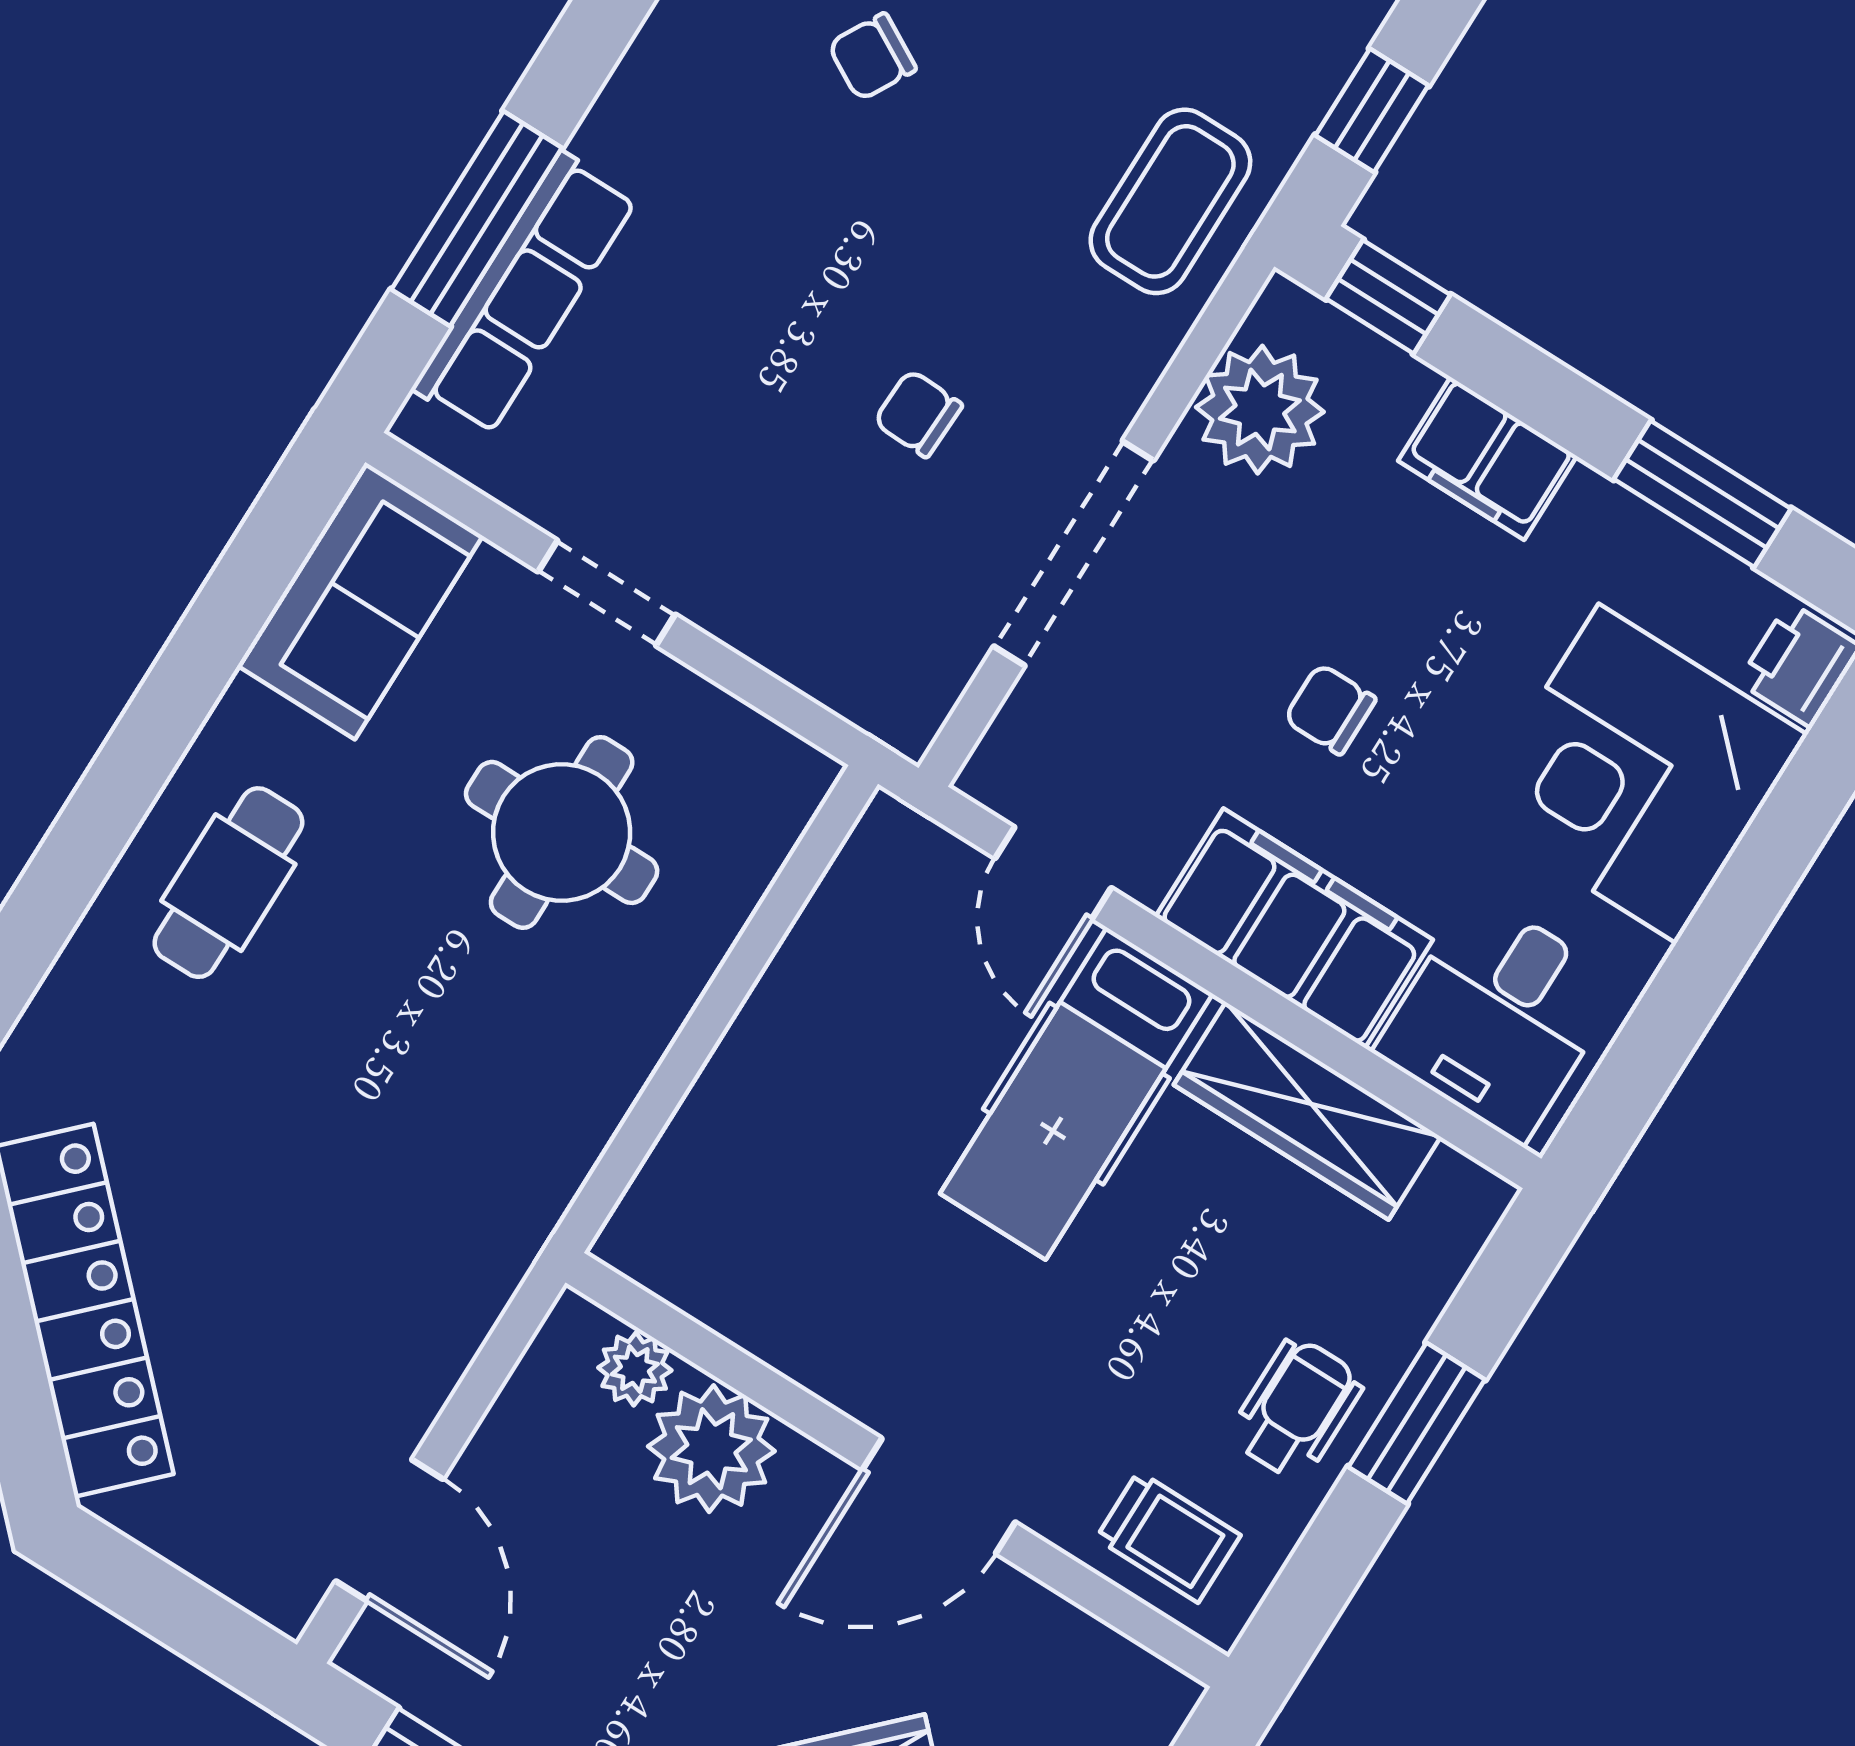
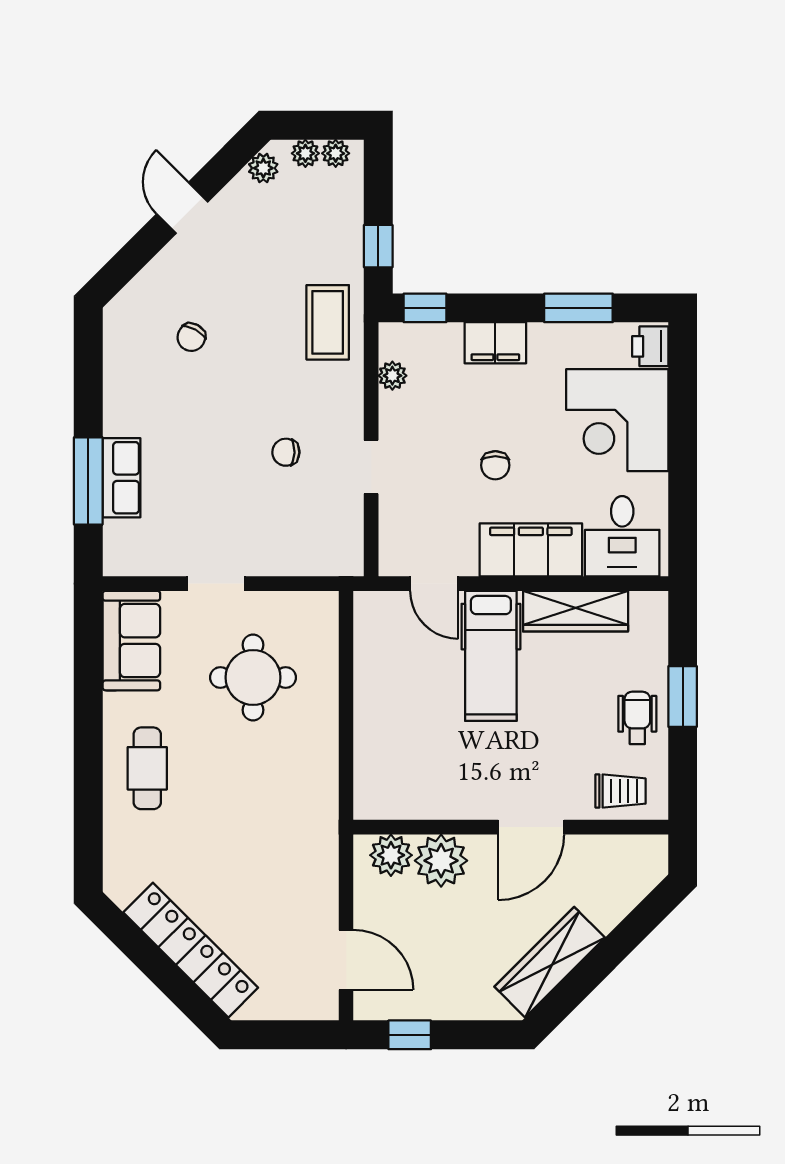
row of seats: (525, 294) -> (122, 478), width x0.68
plant: (1260, 410) -> (392, 376), width x0.53, depth x0.53
doorway: (1074, 553) -> (371, 467), width x0.53
chair: (1330, 709) -> (495, 465), turned -90
plant: (635, 1369) -> (391, 855), width x1.38, depth x1.38

